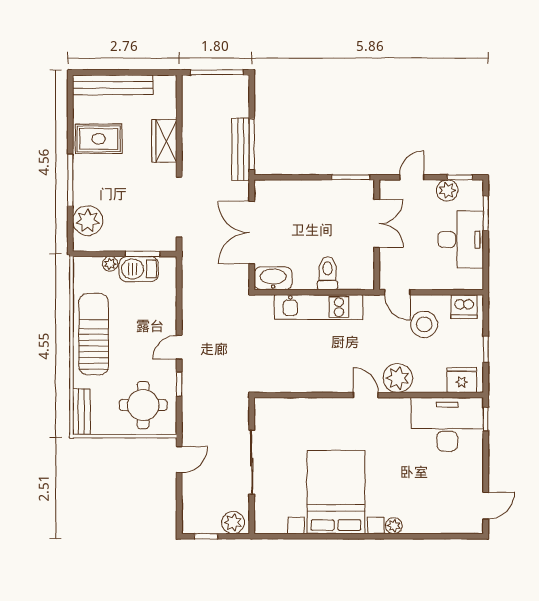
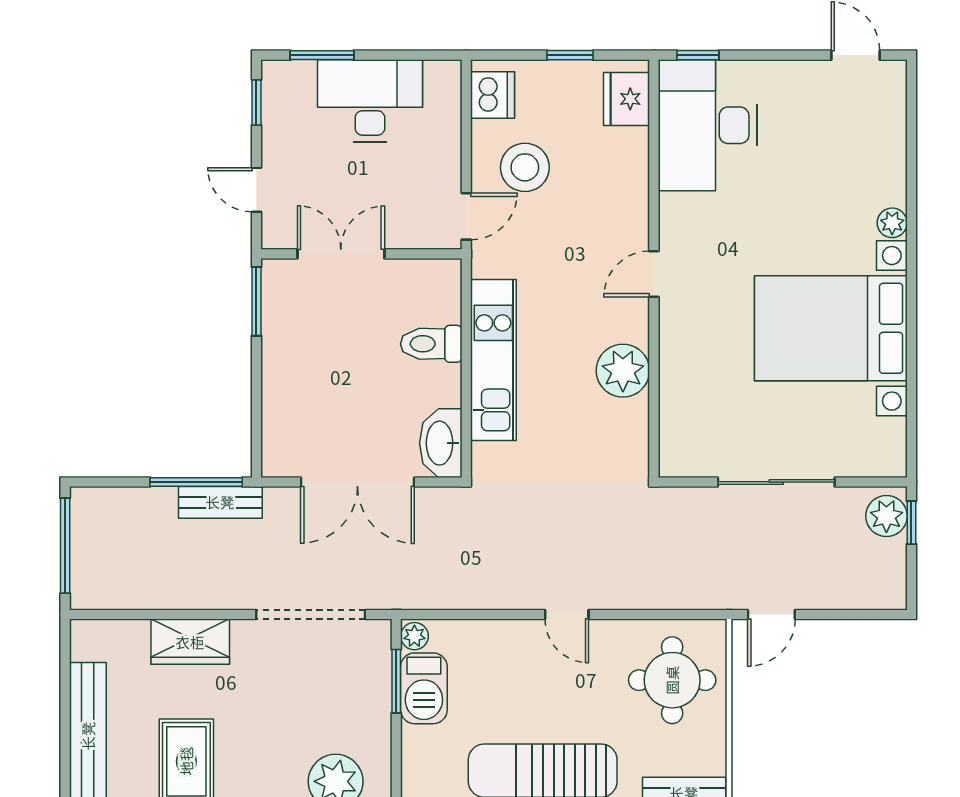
bench: (241, 149) -> (220, 502), width x0.73
plant: (447, 190) -> (280, 125), removed
plant: (110, 264) -> (414, 636), moved
plant: (398, 378) -> (623, 371), moved
window: (179, 384) -> (634, 614), removed
door: (179, 459) -> (771, 614), swing flipped
window: (206, 536) -> (911, 523), moved

